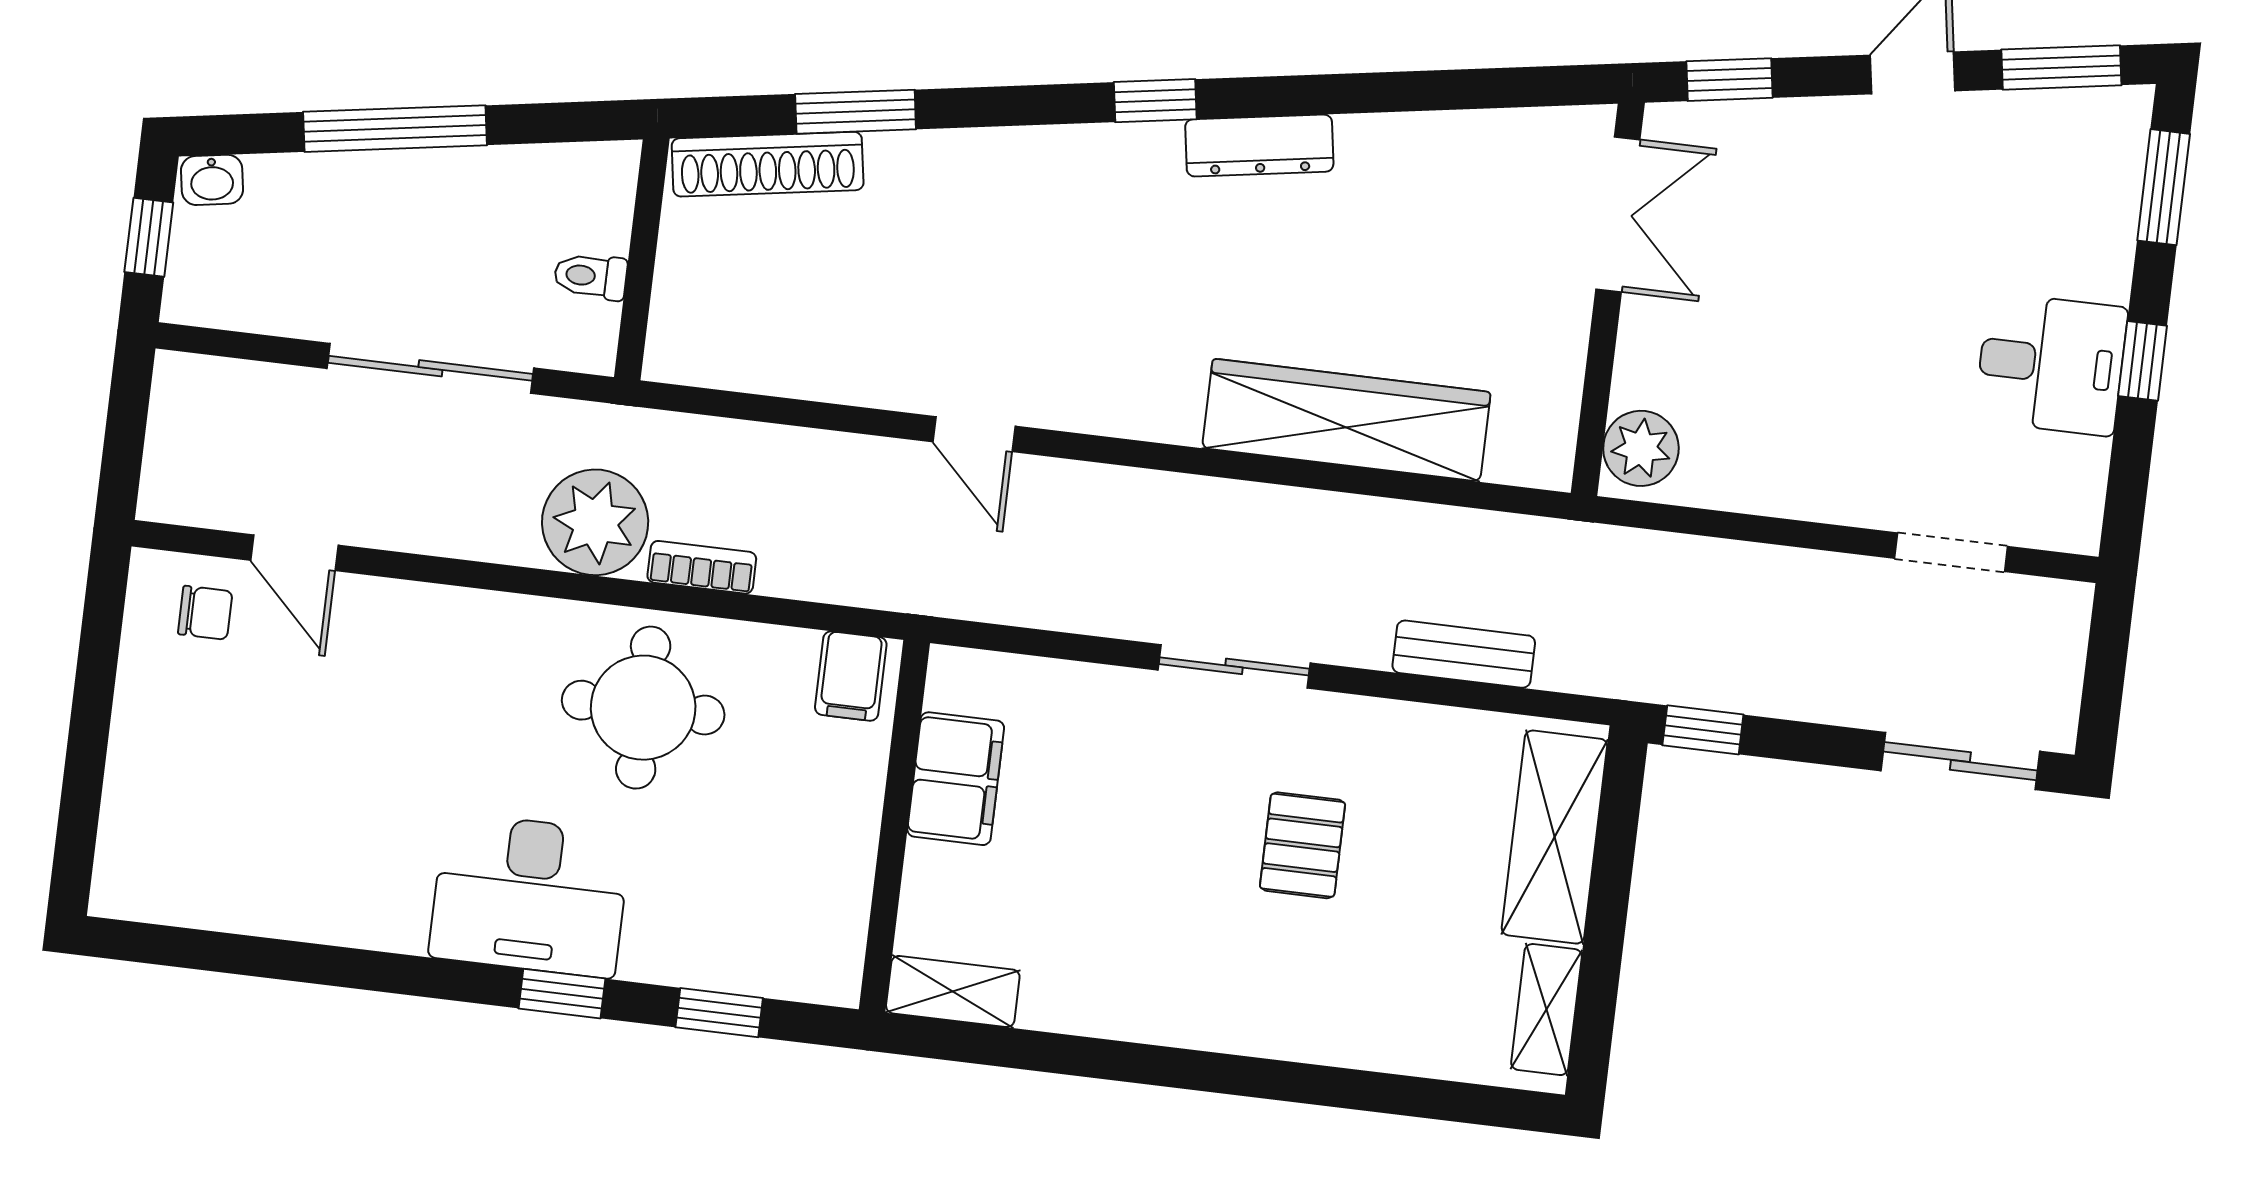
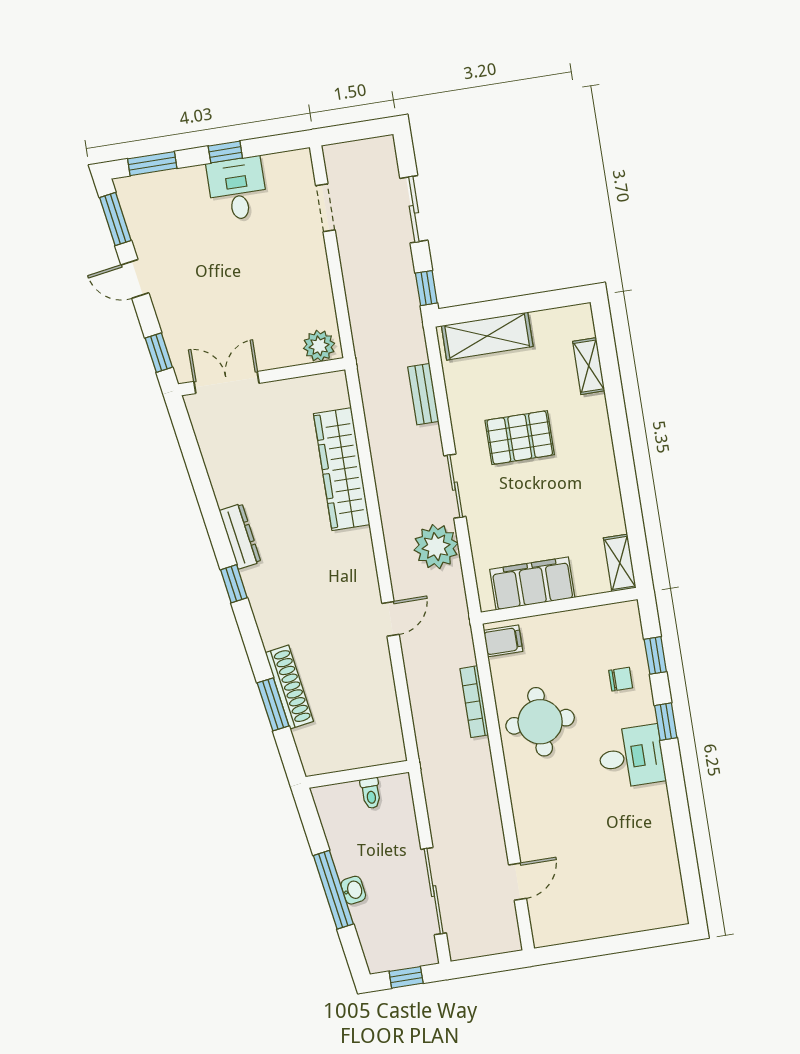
shoe rack: (768, 164) -> (289, 687), moved
washbasin: (212, 180) -> (353, 890), moved
sliding door: (430, 368) -> (434, 891), moved
plant: (595, 522) -> (436, 547), moved
bookcase: (702, 567) -> (474, 702), width x1.56
chair: (205, 613) -> (621, 679), moved, turned 90
sliding door: (1960, 761) -> (414, 209), moved
filing cabinet: (956, 779) -> (532, 583), width x1.50, depth x1.17
pallet: (1303, 845) -> (520, 438), width x1.50, depth x1.42
desk: (530, 895) -> (631, 757), width x0.73
shelving: (1546, 1010) -> (589, 366), moved, turned 90

